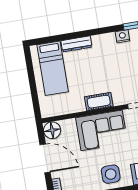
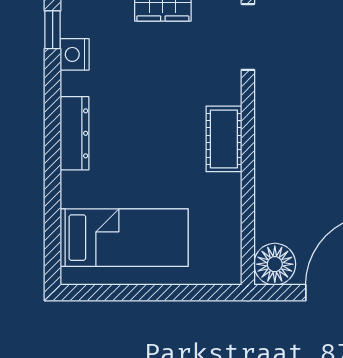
dresser: (76, 44) -> (74, 133), moved
corner sofa: (102, 130) -> (295, 144), removed

